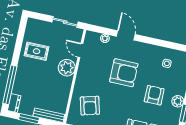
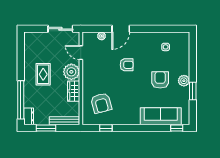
door: (126, 35) -> (121, 29), swing flipped
rug: (37, 51) -> (43, 74), moved, turned 90
armchair: (124, 73) -> (127, 65), width x0.53, depth x0.53
wardrobe: (65, 87) -> (74, 91), added

